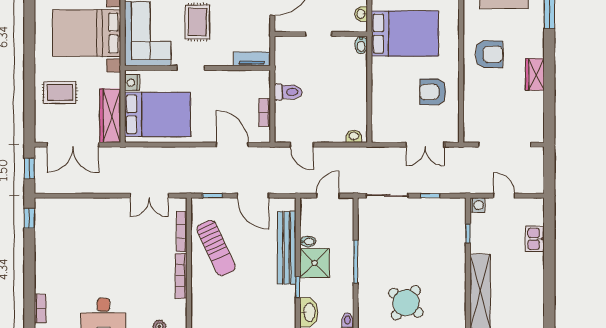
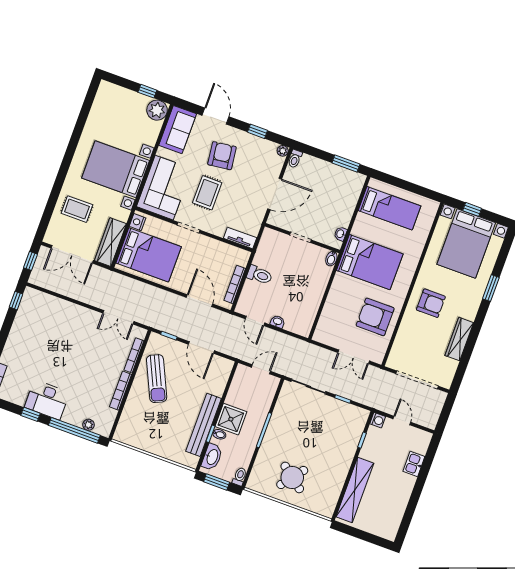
wardrobe: (535, 74) -> (459, 339), width x1.50
armchair: (433, 92) -> (375, 317), width x1.36, depth x1.36
bookcase: (265, 112) -> (235, 284), width x1.56
washbasin: (354, 136) -> (278, 322), moved
bidet: (308, 242) -> (219, 434), moved
bench: (287, 248) -> (204, 425), moved

